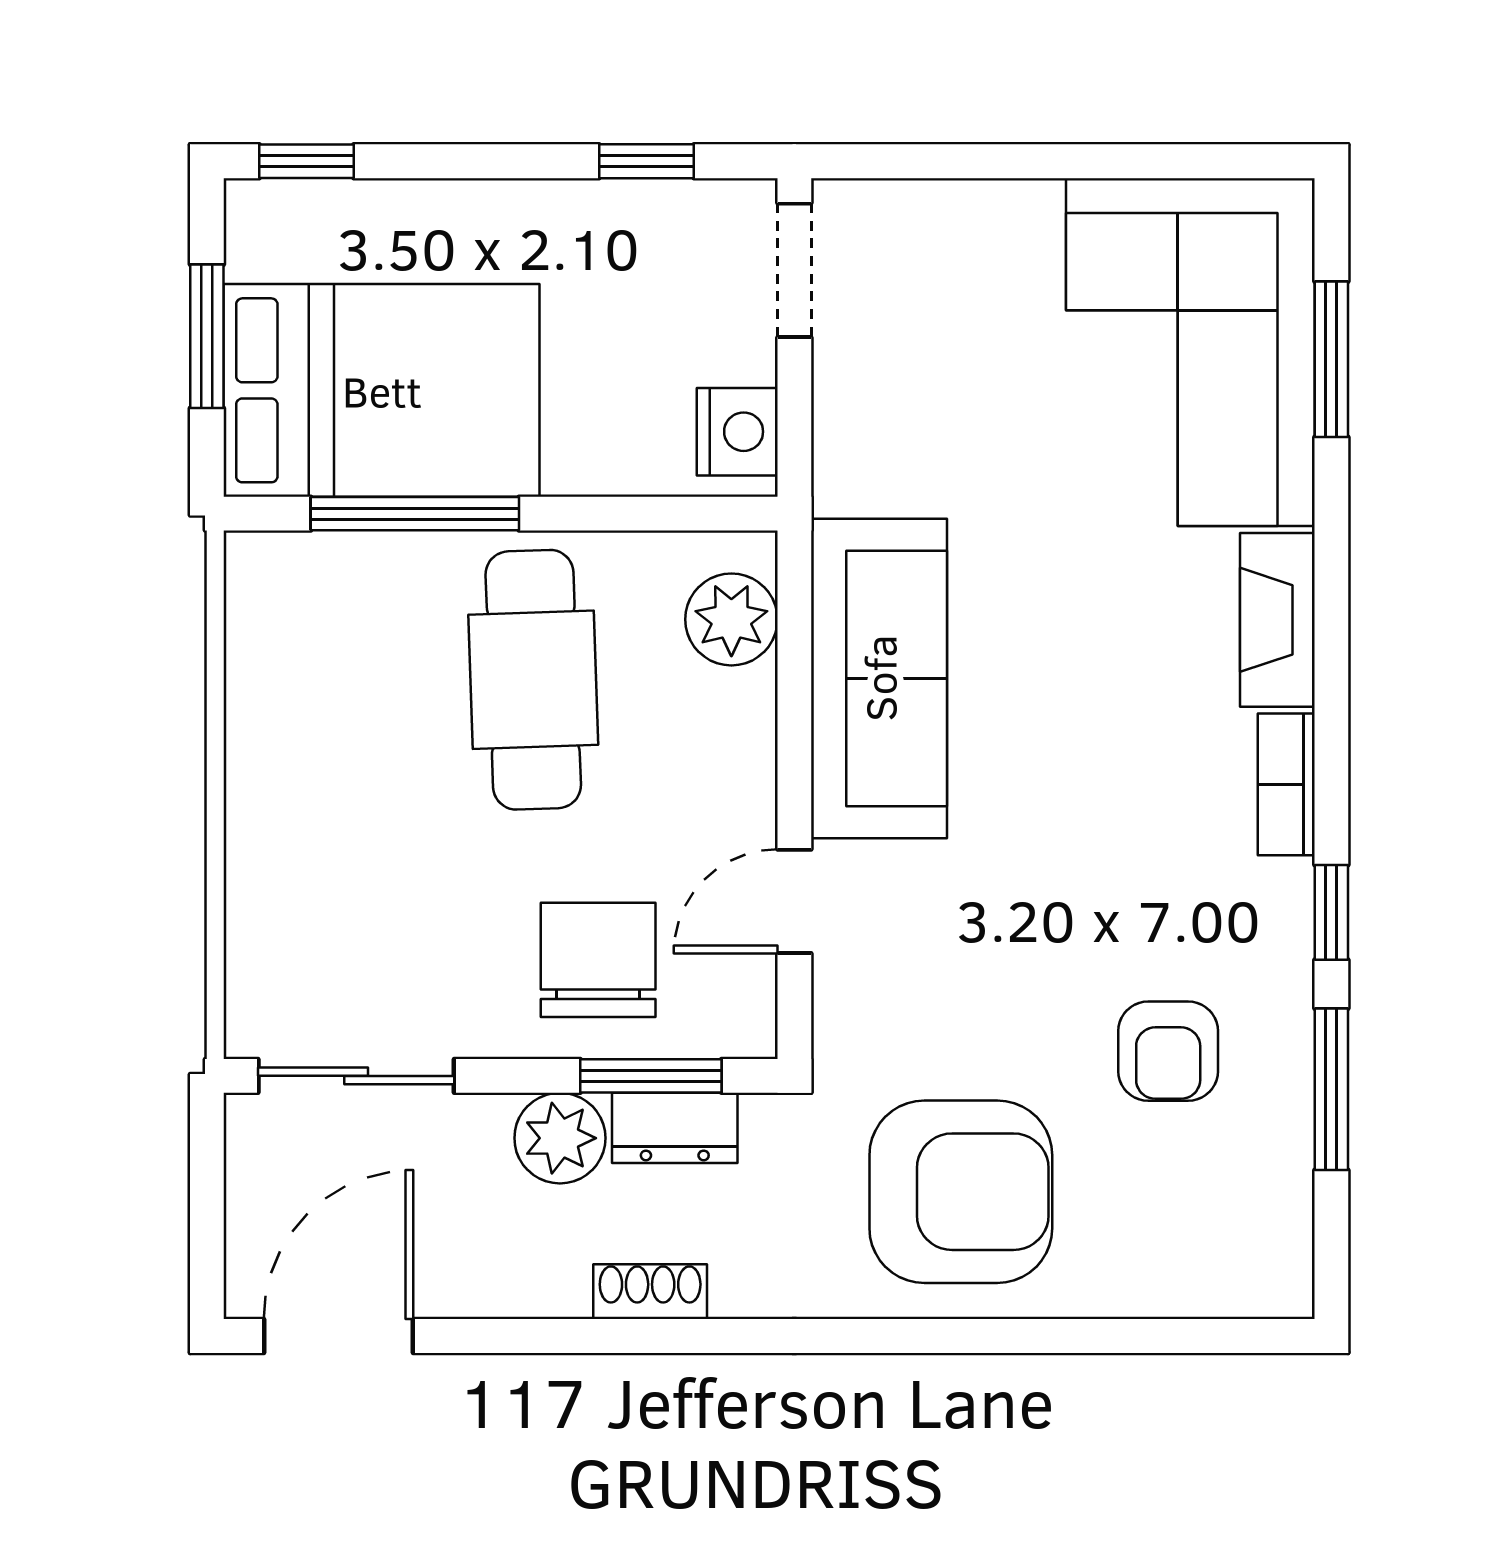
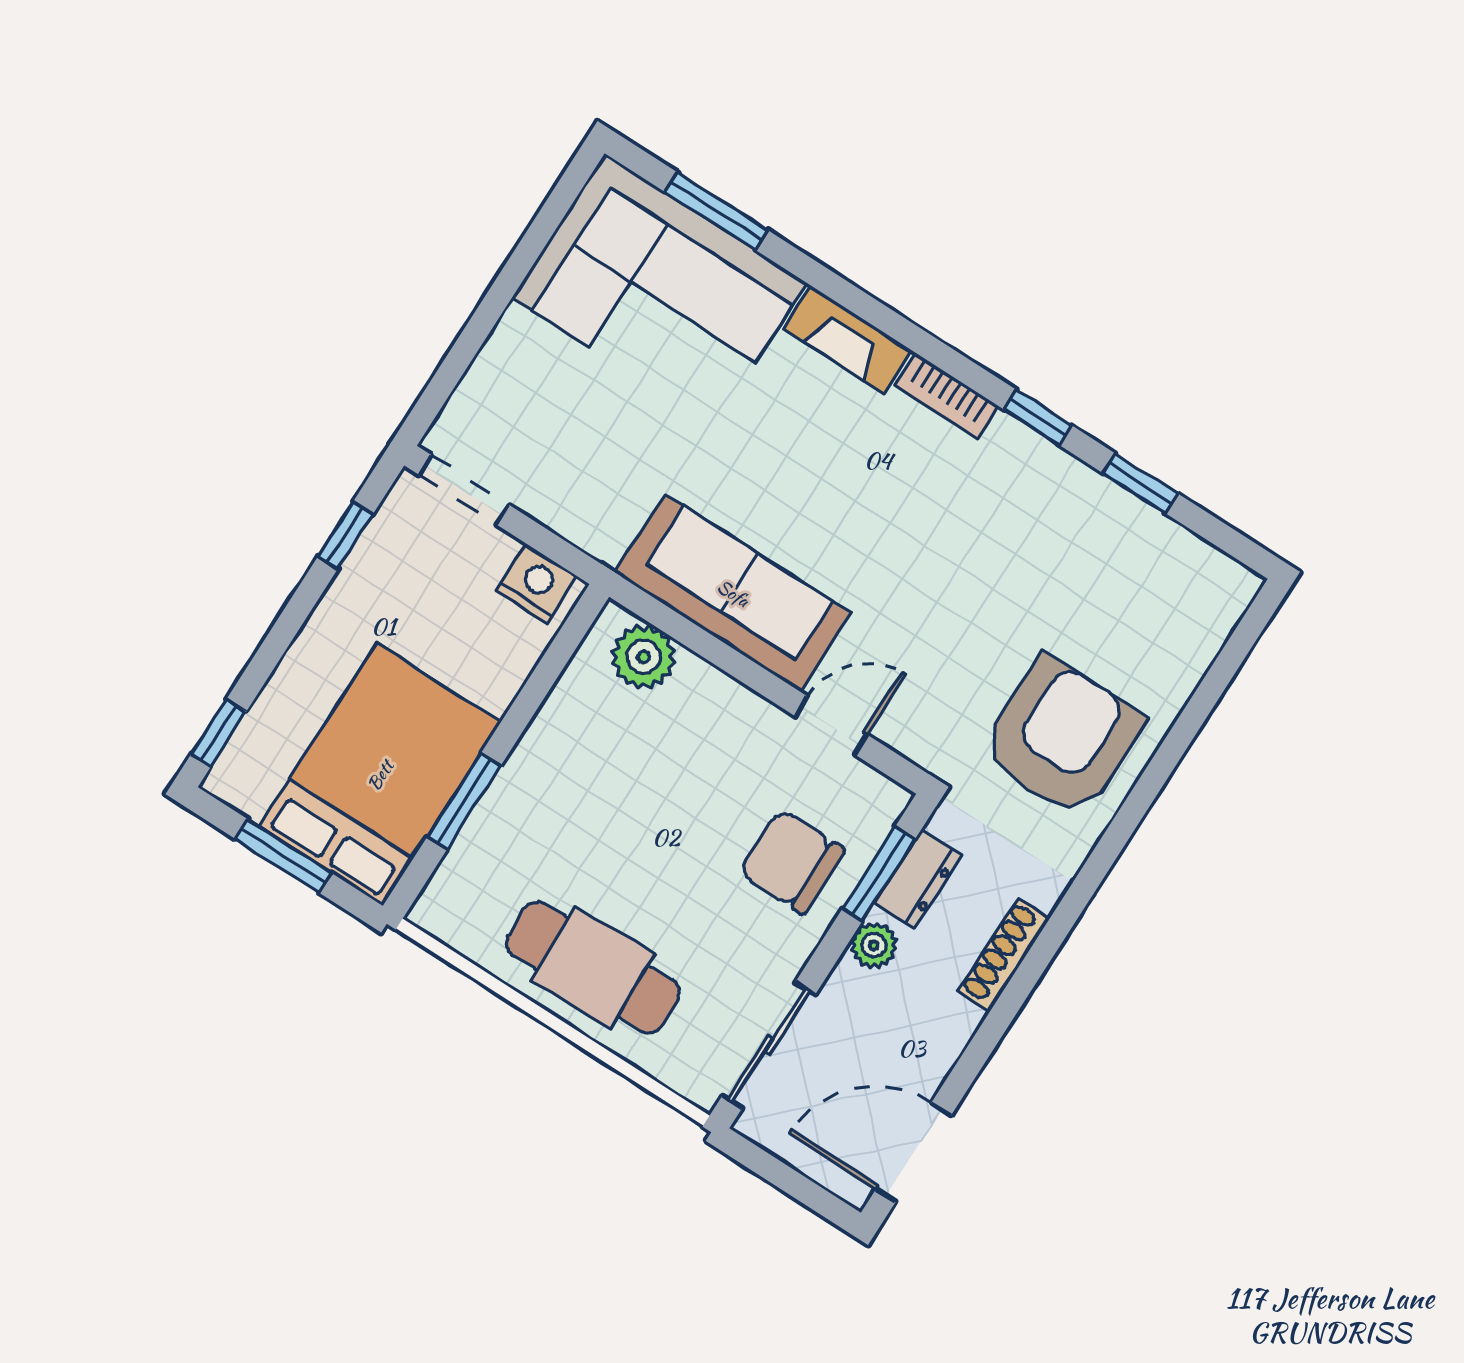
window: (415, 514) -> (464, 801), width x0.69
cafe table: (533, 680) -> (593, 967), moved
door: (794, 901) -> (831, 725), swing flipped
armchair: (1168, 1051) -> (1057, 564), removed
window: (1331, 1089) -> (1140, 483), width x0.67
plant: (560, 1138) -> (874, 945), width x0.73, depth x0.73
shoe rack: (650, 1292) -> (1004, 955), width x1.43
door: (338, 1336) -> (913, 1152), hinge flipped

